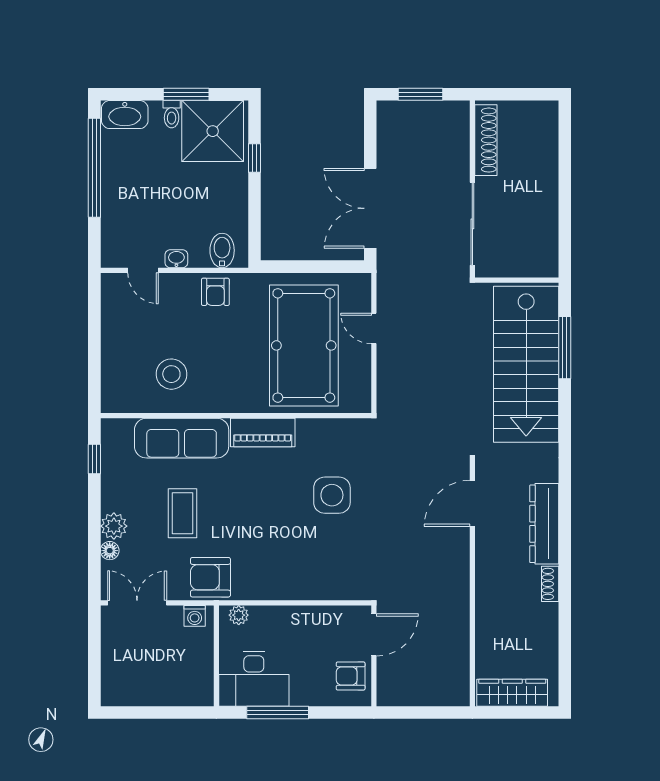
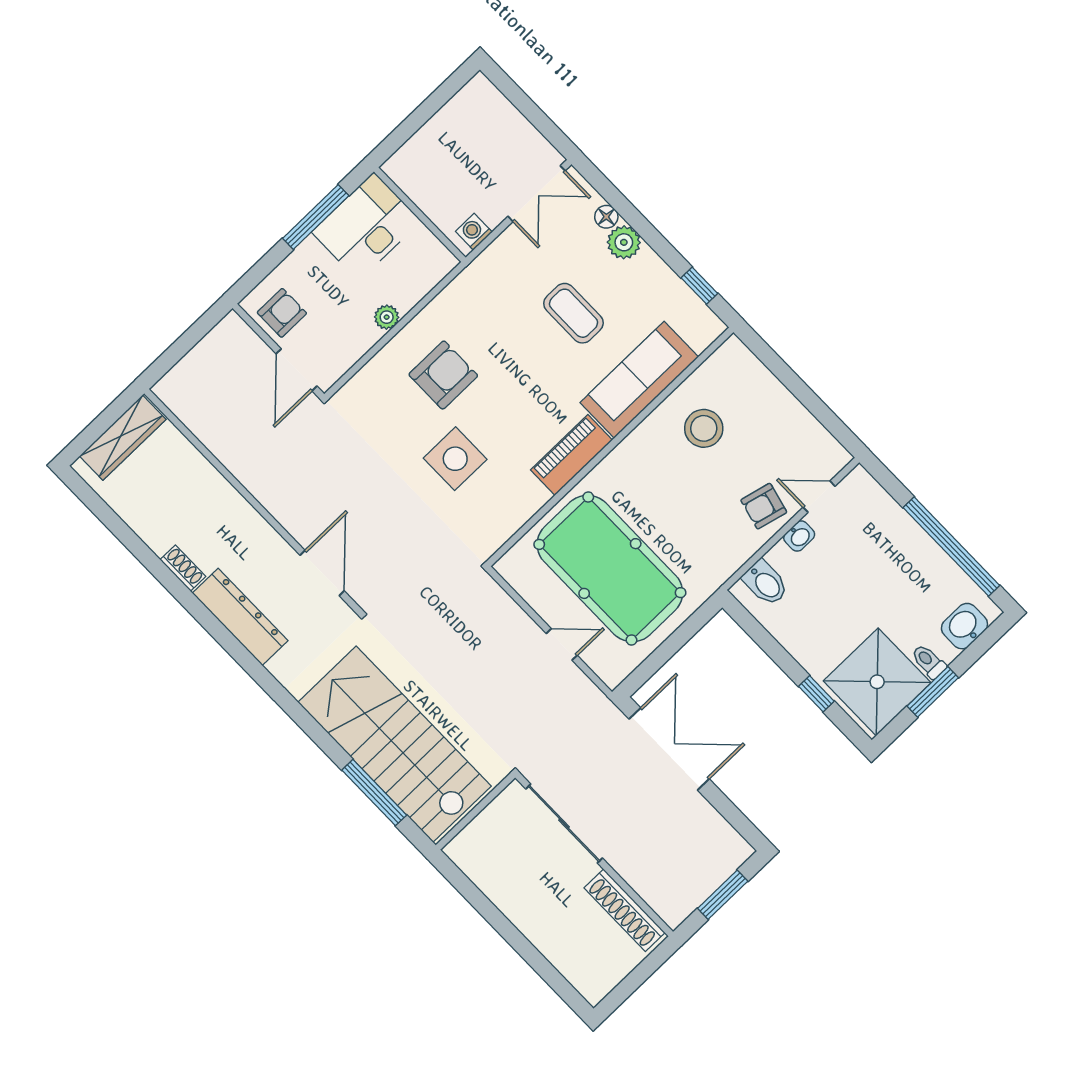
washbasin: (125, 115) -> (964, 626), width x0.72
armchair: (215, 292) -> (764, 506), moved, turned -76
armchair: (210, 577) -> (443, 375), moved
plant: (239, 615) -> (387, 317), moved

